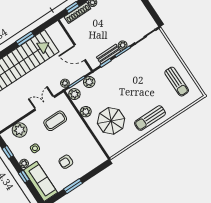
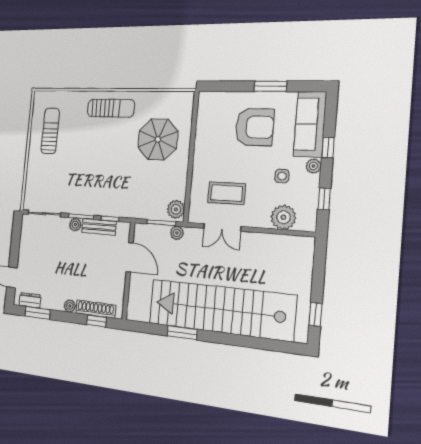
plant: (89, 82) -> (147, 210), removed
plant: (86, 112) -> (179, 175), removed
armchair: (66, 162) -> (255, 127), width x1.88, depth x1.88

